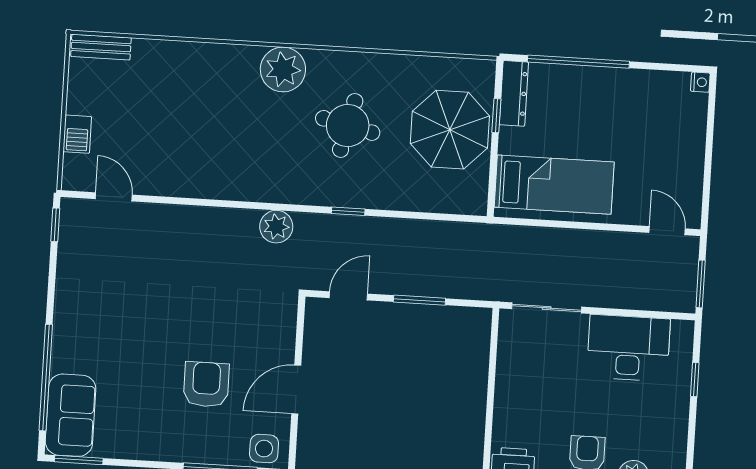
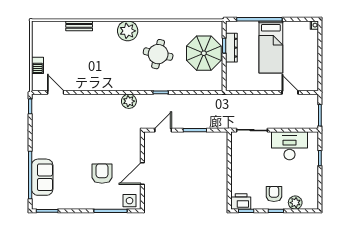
bench: (101, 47) -> (79, 26), moved
dresser: (514, 93) -> (231, 48), moved
bed: (554, 185) -> (271, 47), moved, turned 90
door: (667, 231) -> (290, 92), moved
sofa: (71, 415) -> (42, 177), moved

